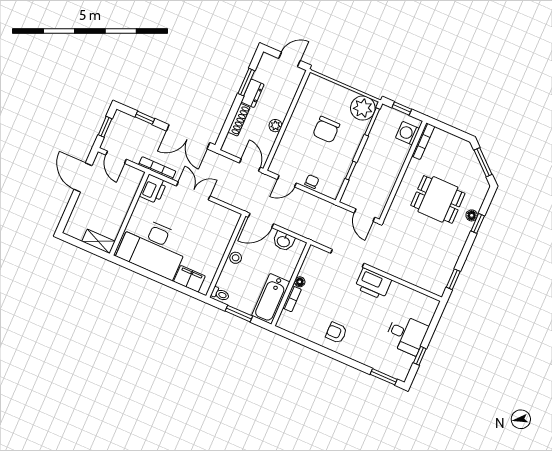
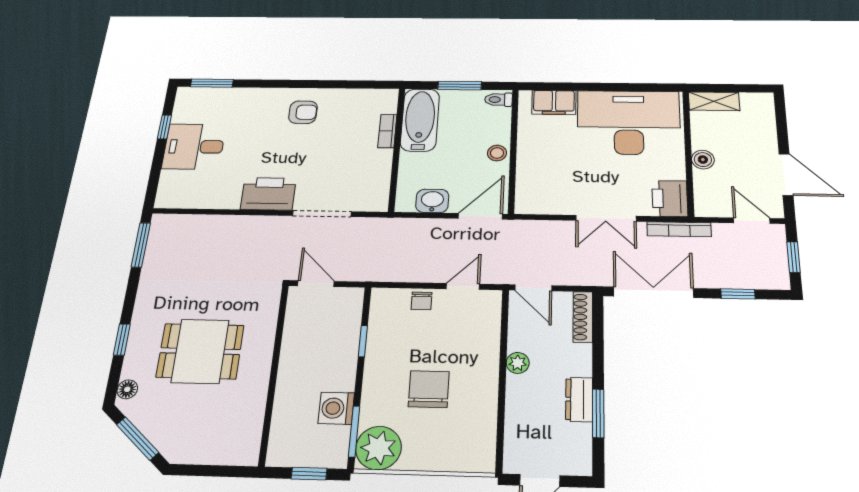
shoe rack: (239, 120) -> (583, 317), moved
washing machine: (407, 133) -> (336, 408), moved, turned 180
bookcase: (423, 141) -> (254, 434), removed
boiler: (123, 206) -> (703, 160), added
floor lamp: (472, 215) -> (127, 389), moved
window: (453, 279) -> (141, 245), width x1.50
floor lamp: (300, 282) -> (385, 157), removed

